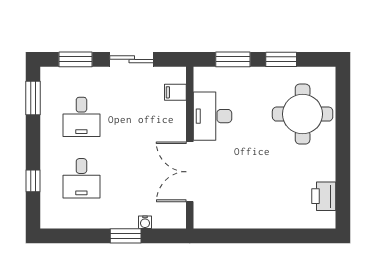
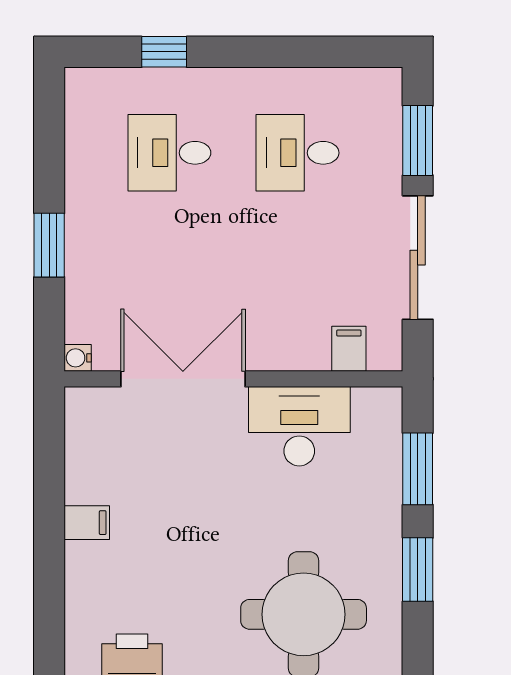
sliding door: (132, 59) -> (418, 258), width x1.37
window: (33, 98) -> (337, 52), removed
filing cabinet: (259, 218) -> (87, 523), added
water cooler: (145, 222) -> (78, 358), moved

